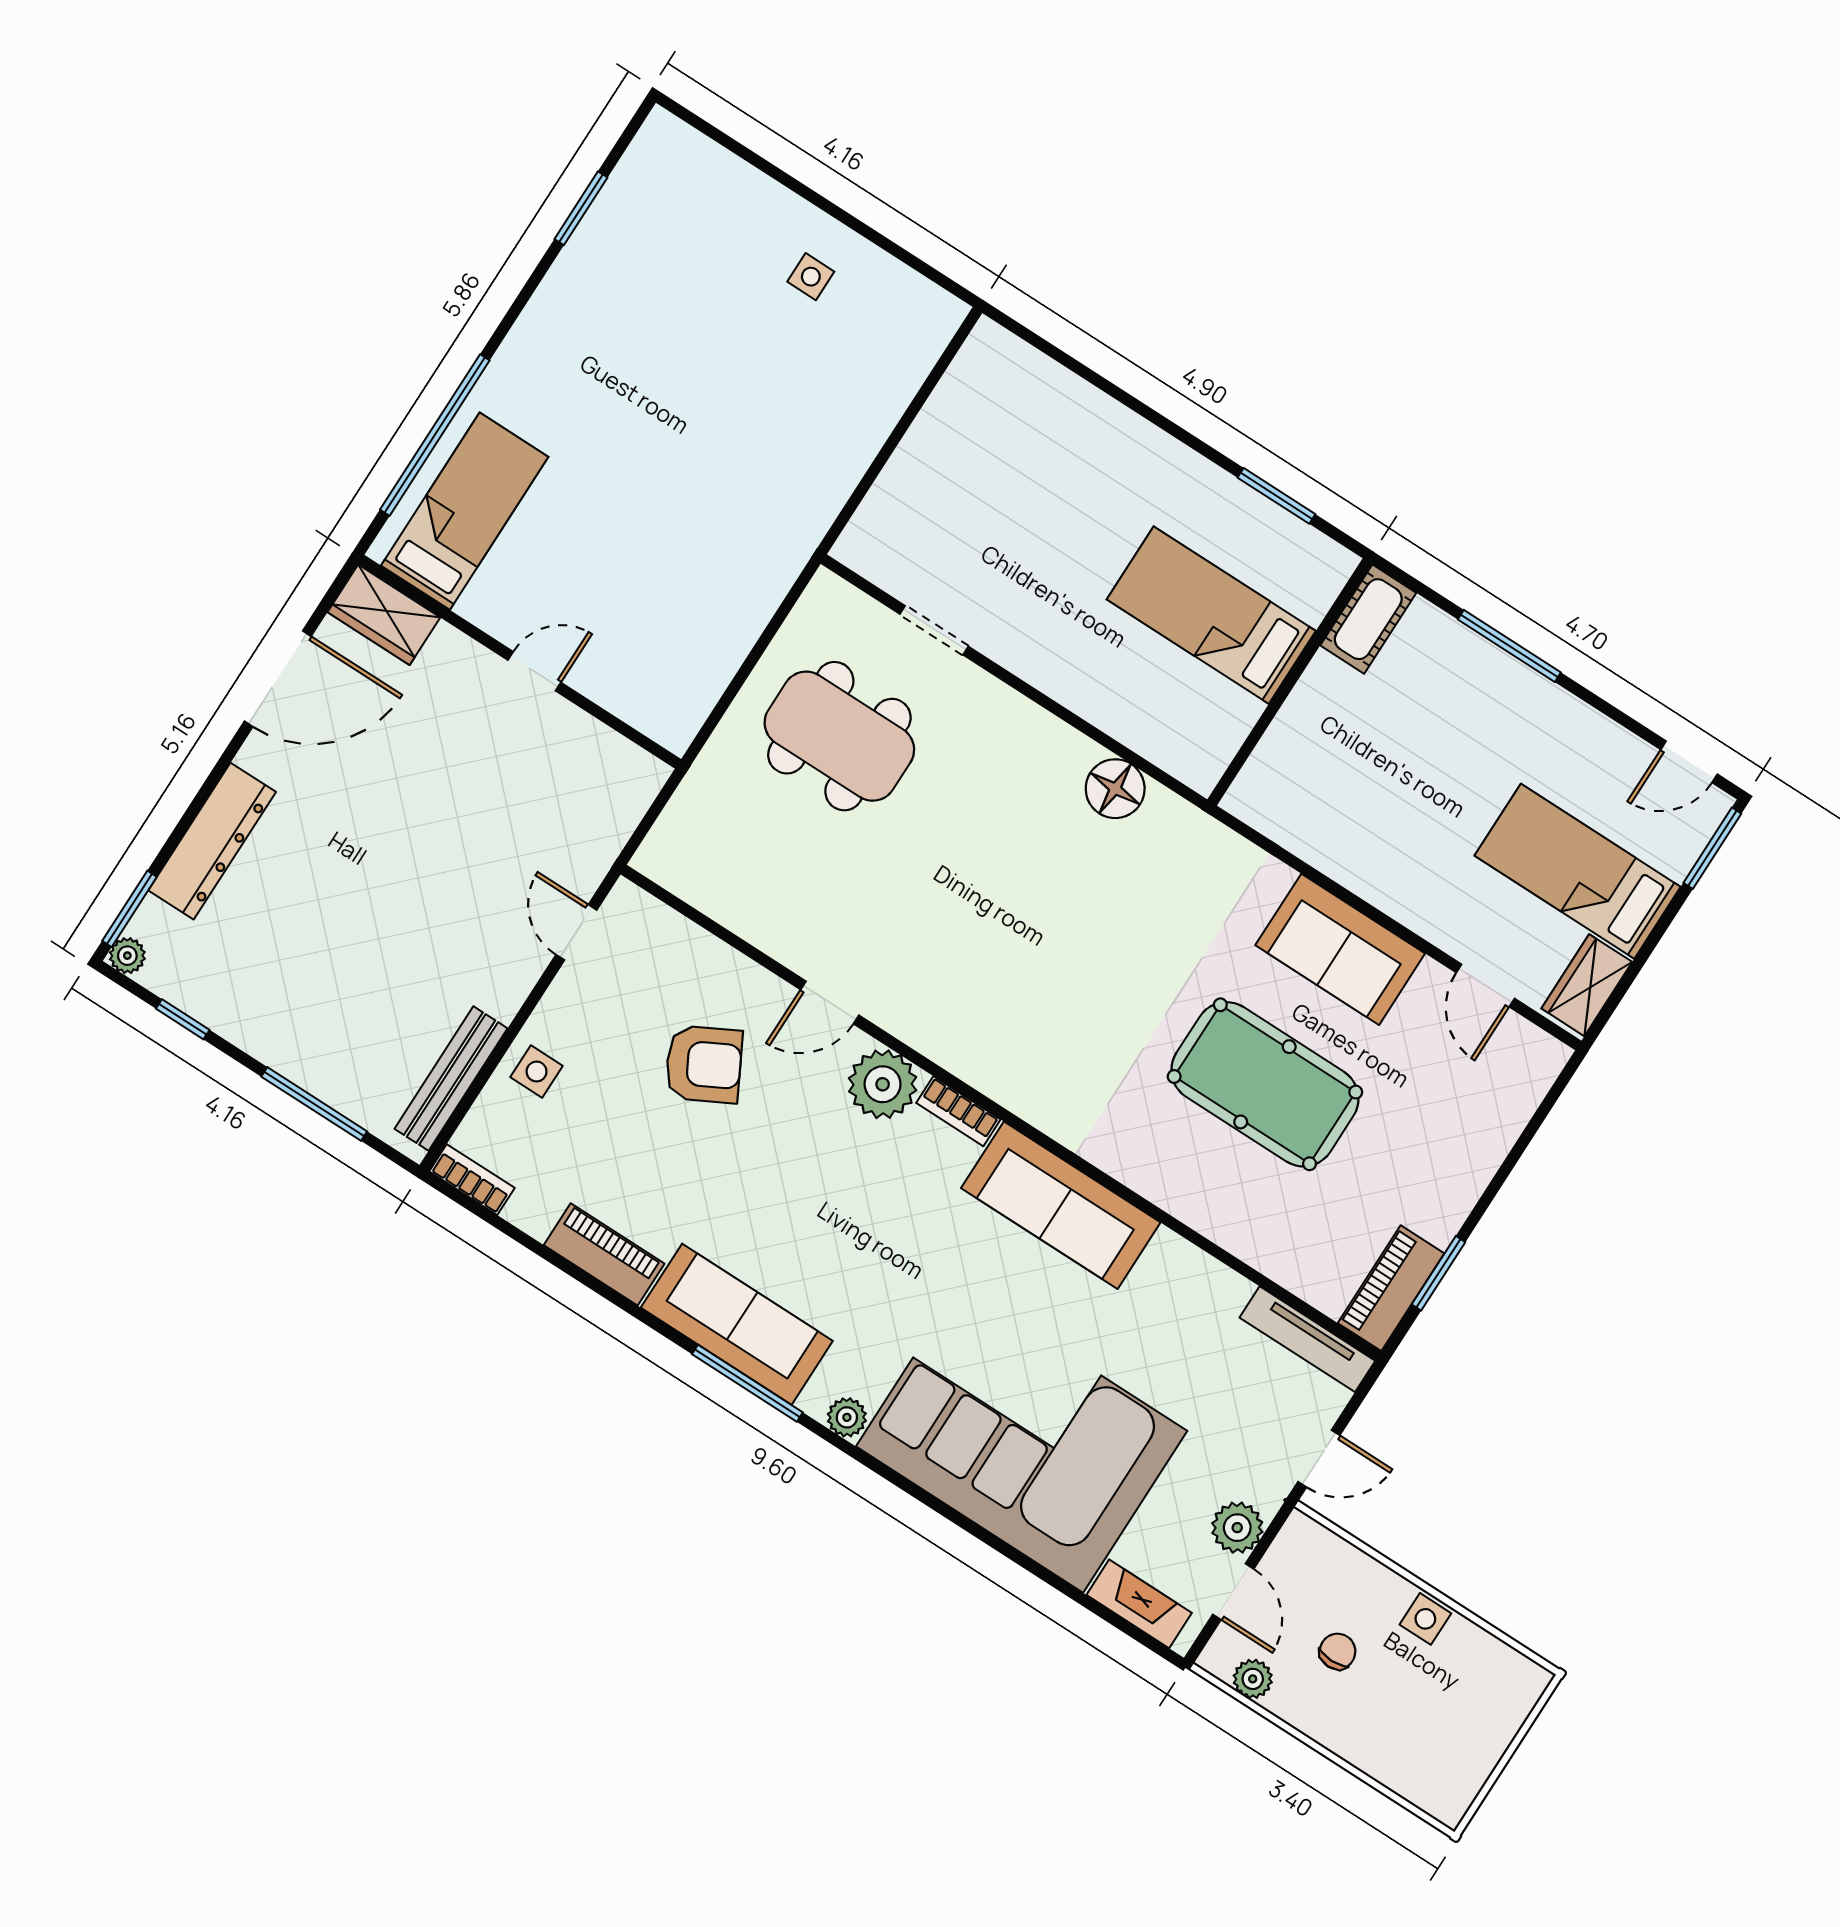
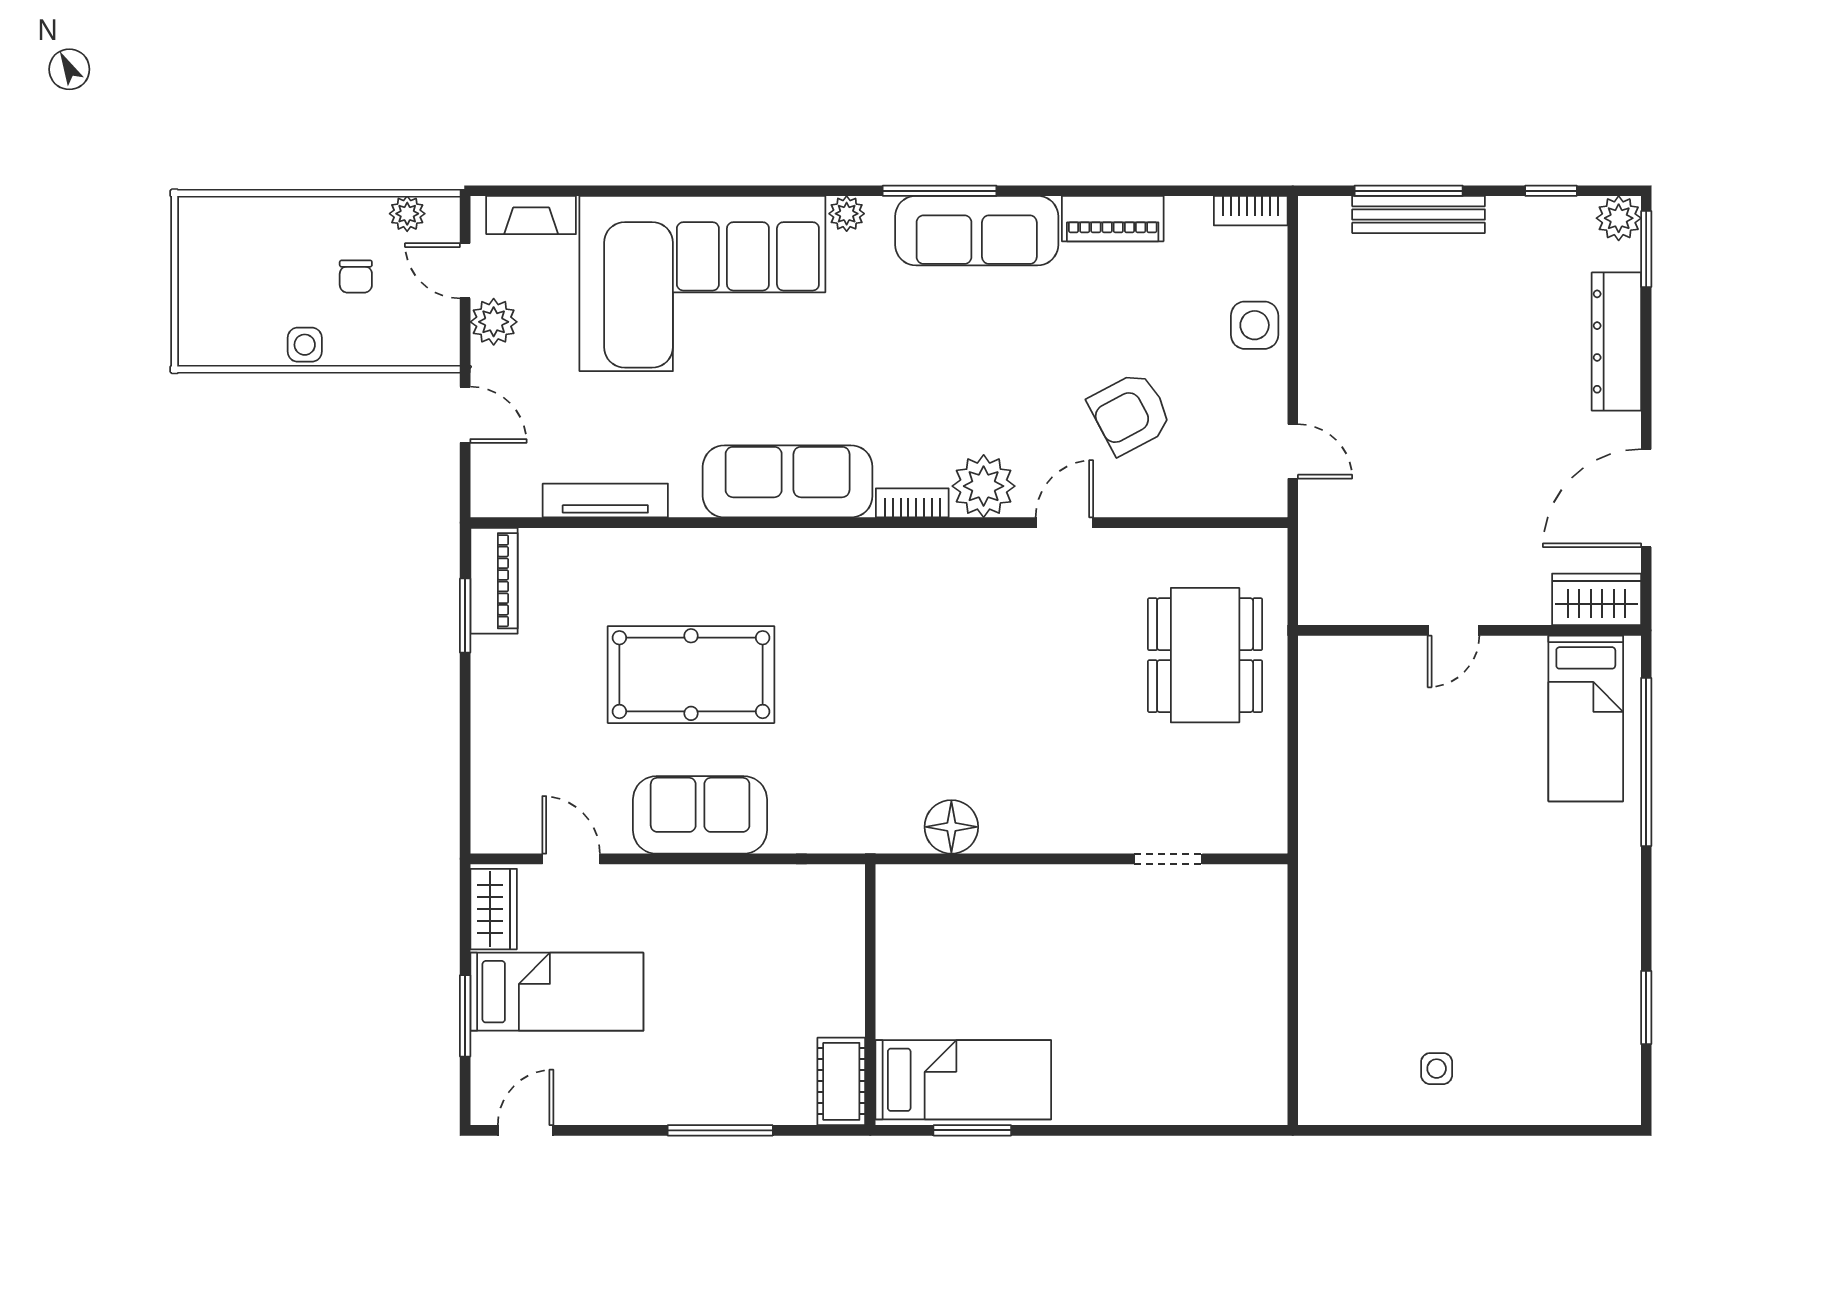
bed: (1211, 615) -> (963, 1080), moved
dining table: (839, 736) -> (1205, 655), moved, turned 90
window: (1712, 848) -> (465, 1016), moved
plant: (127, 956) -> (1619, 218), width x1.38, depth x1.38
side table: (537, 1072) -> (1255, 325), width x1.37, depth x1.37
bench: (451, 1079) -> (1419, 214), moved, turned 90
tv unit: (1307, 1339) -> (605, 500), moved
door: (1319, 1459) -> (465, 415), swing flipped

